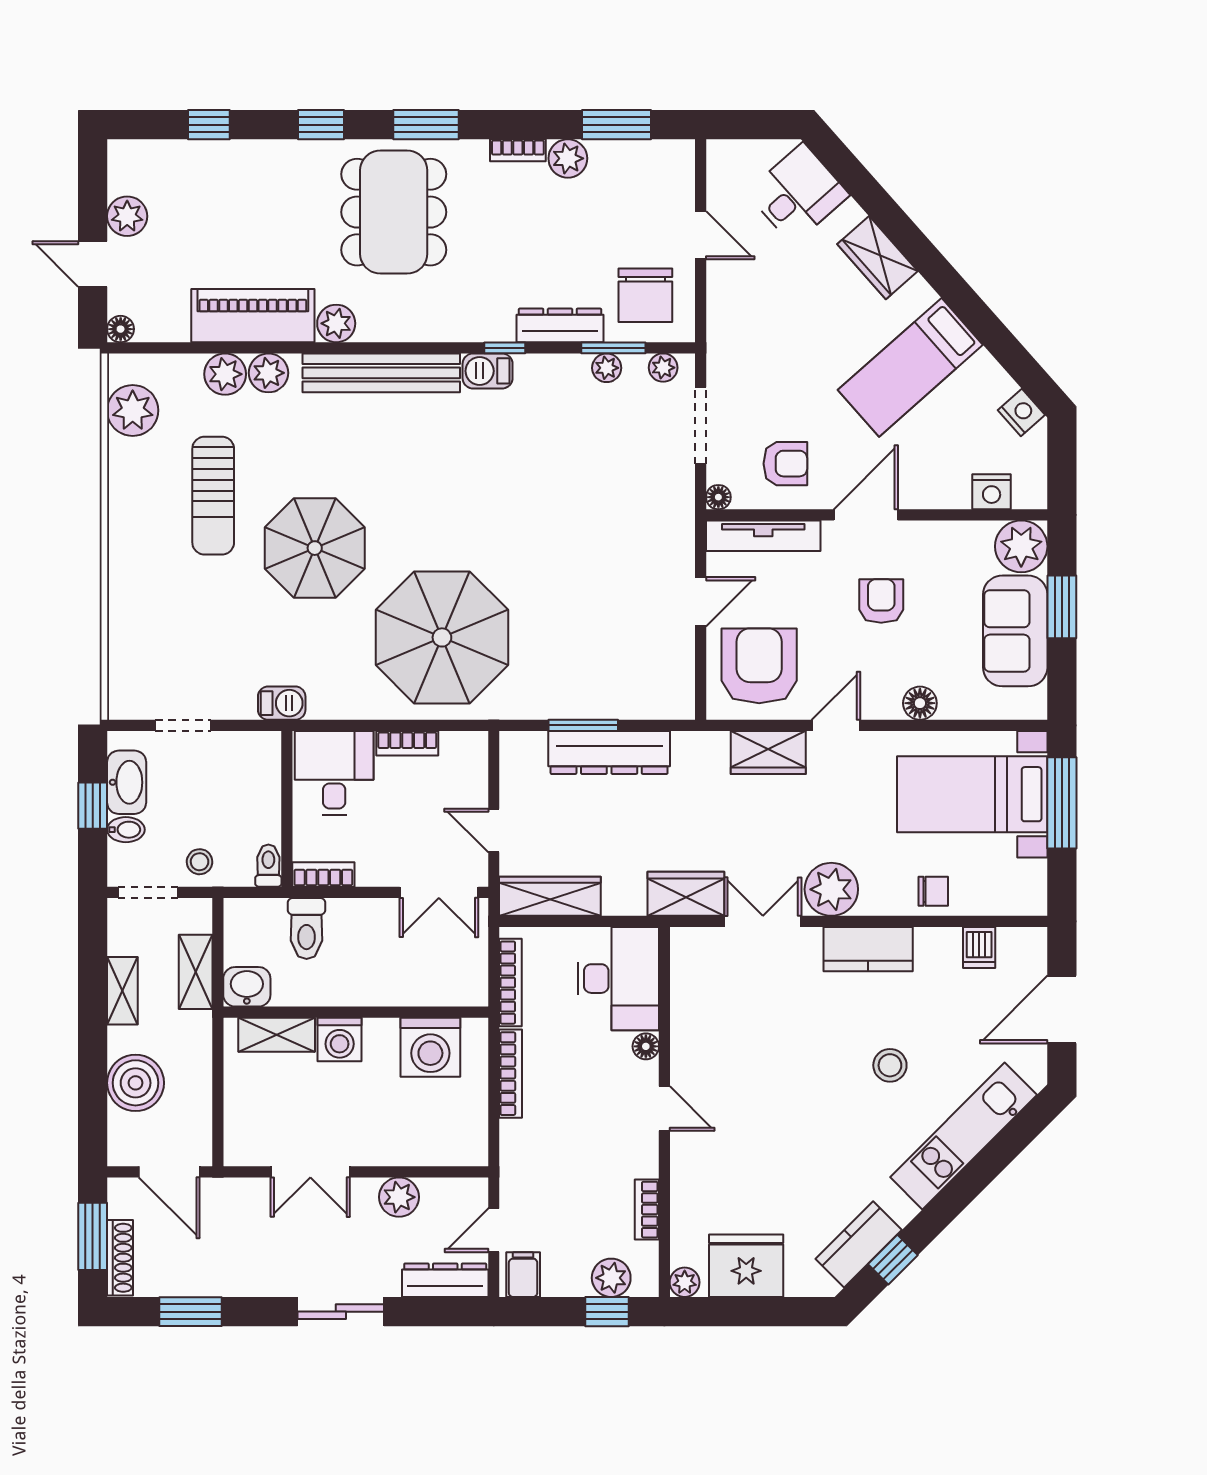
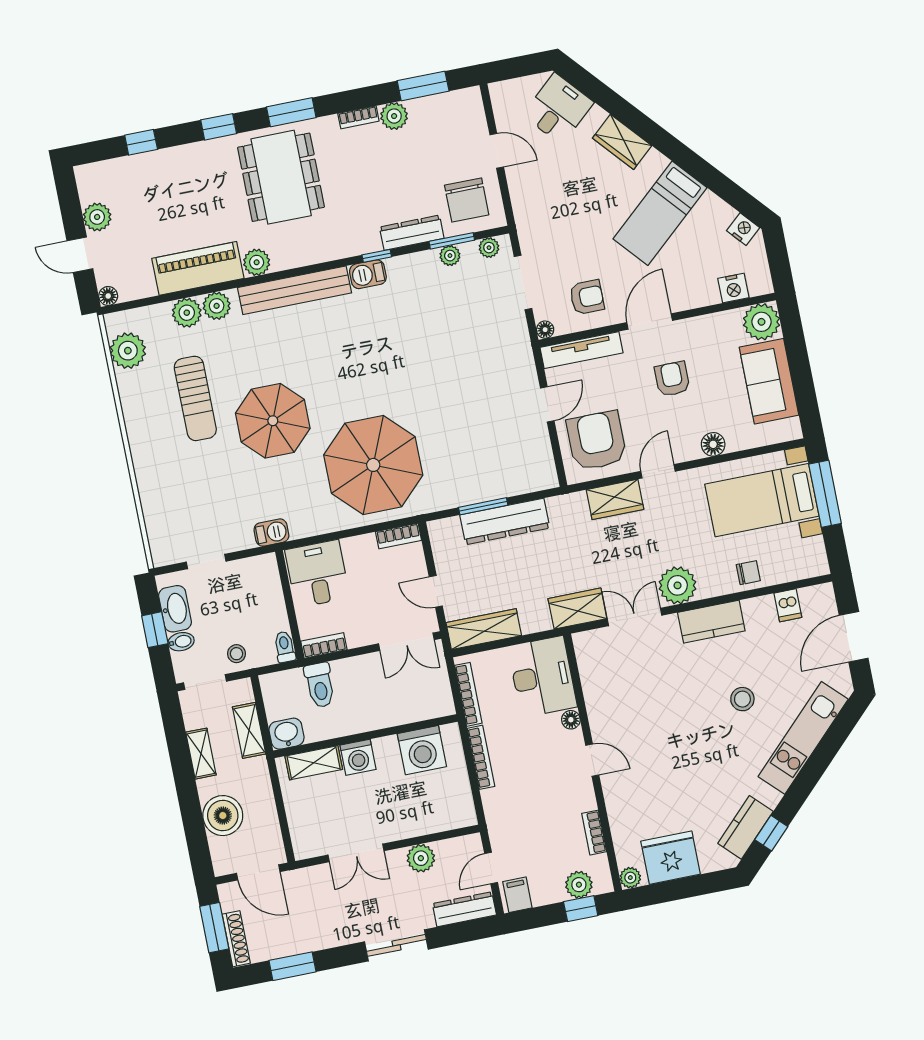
window: (1062, 607) -> (798, 358), removed
bookcase: (407, 743) -> (399, 536), moved

